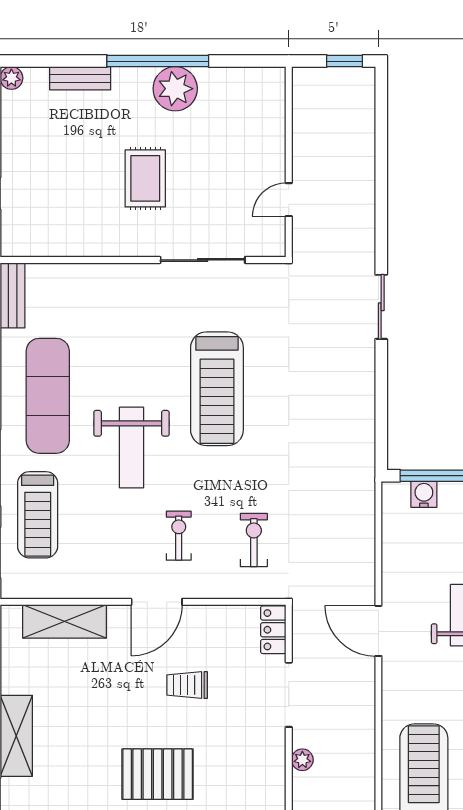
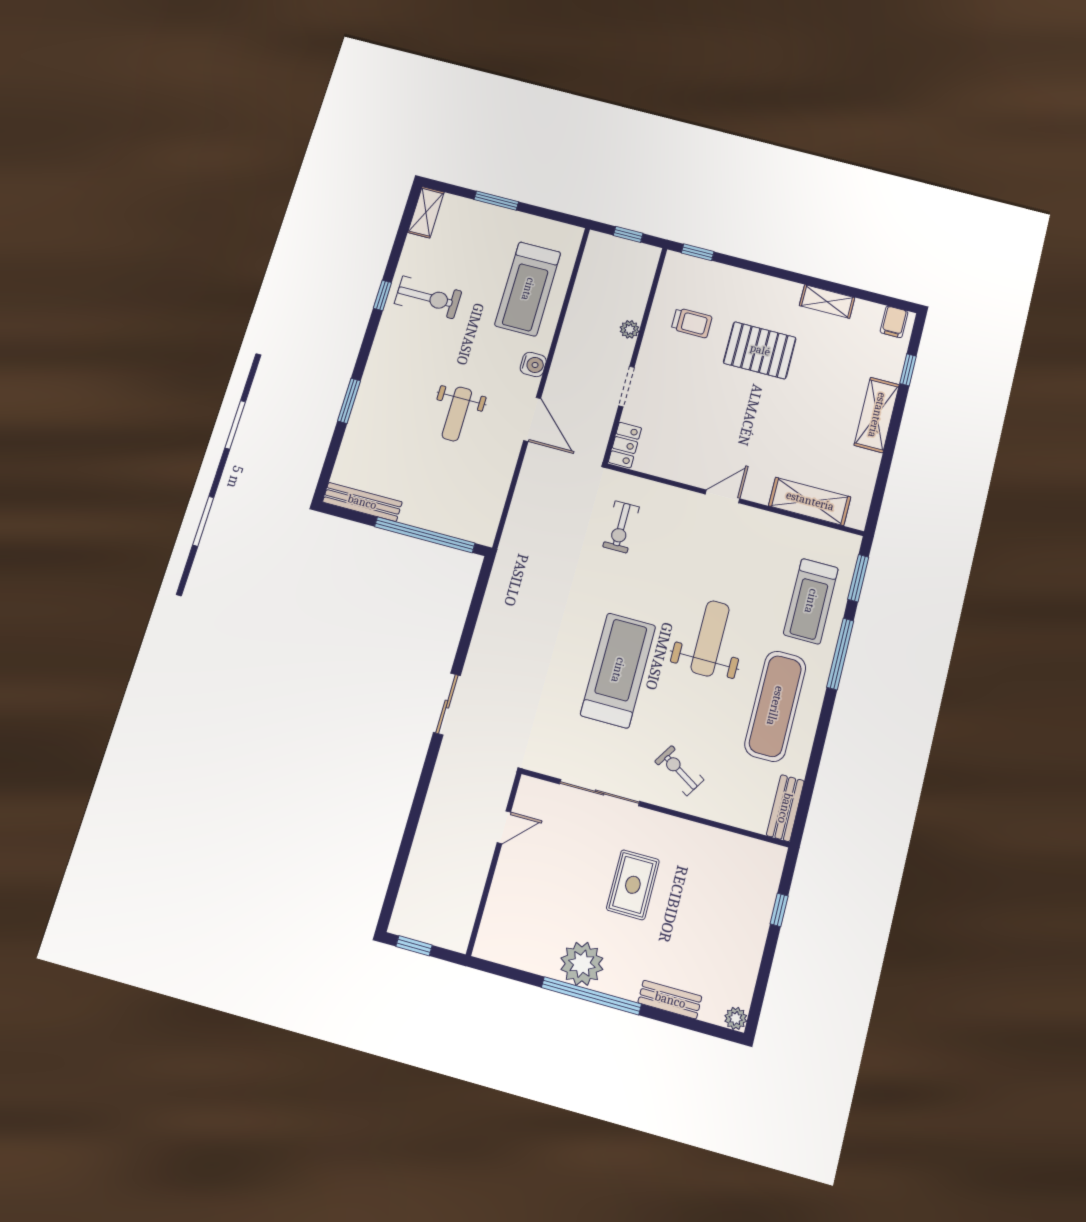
water cooler: (424, 494) -> (533, 364), moved, turned -90
treadmill: (38, 515) -> (811, 601), turned 180
exercise bike: (179, 536) -> (679, 771), moved, turned 122
door: (157, 602) -> (723, 496), width x0.73
trolley: (187, 685) -> (692, 323), moved
doorway: (289, 695) -> (626, 386), width x0.73

